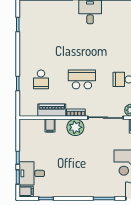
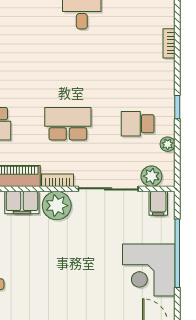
filing cabinet: (50, 126) -> (22, 203), width x2.00

